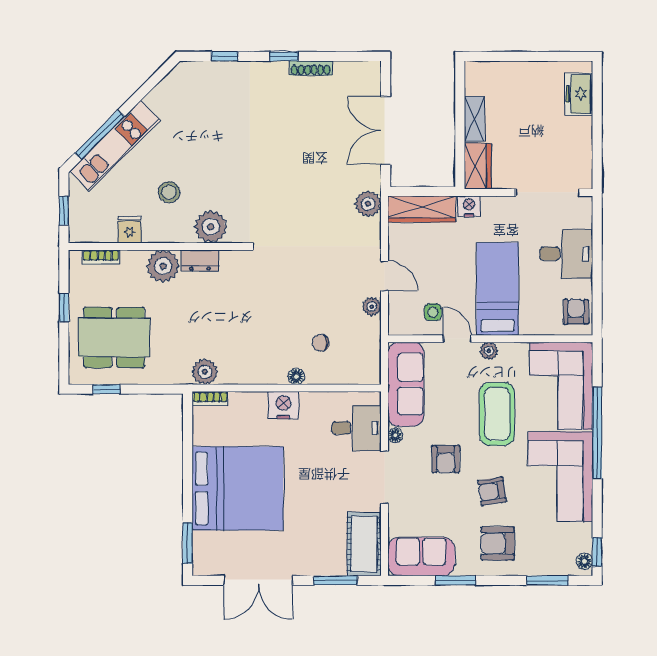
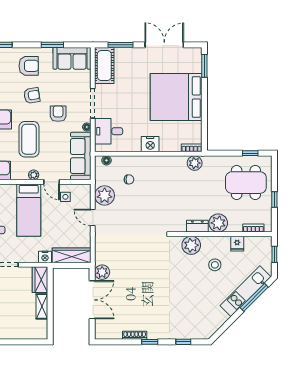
plant: (368, 204) -> (102, 272), moved
plant: (372, 307) -> (105, 195), width x1.88, depth x1.88
floor lamp: (296, 377) -> (106, 160), moved

